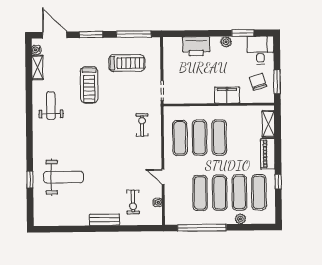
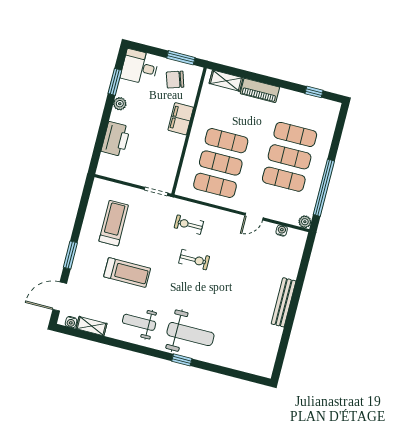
window: (134, 34) -> (83, 206), removed
weight bench: (64, 177) -> (190, 334), moved, turned 90
window: (30, 180) -> (182, 360), moved
window: (278, 182) -> (314, 92), moved
exercise mat: (259, 192) -> (301, 112), removed
exercise bike: (133, 202) -> (194, 260), moved
plant: (240, 219) -> (305, 222), moved
bench: (104, 220) -> (284, 302), width x1.36

